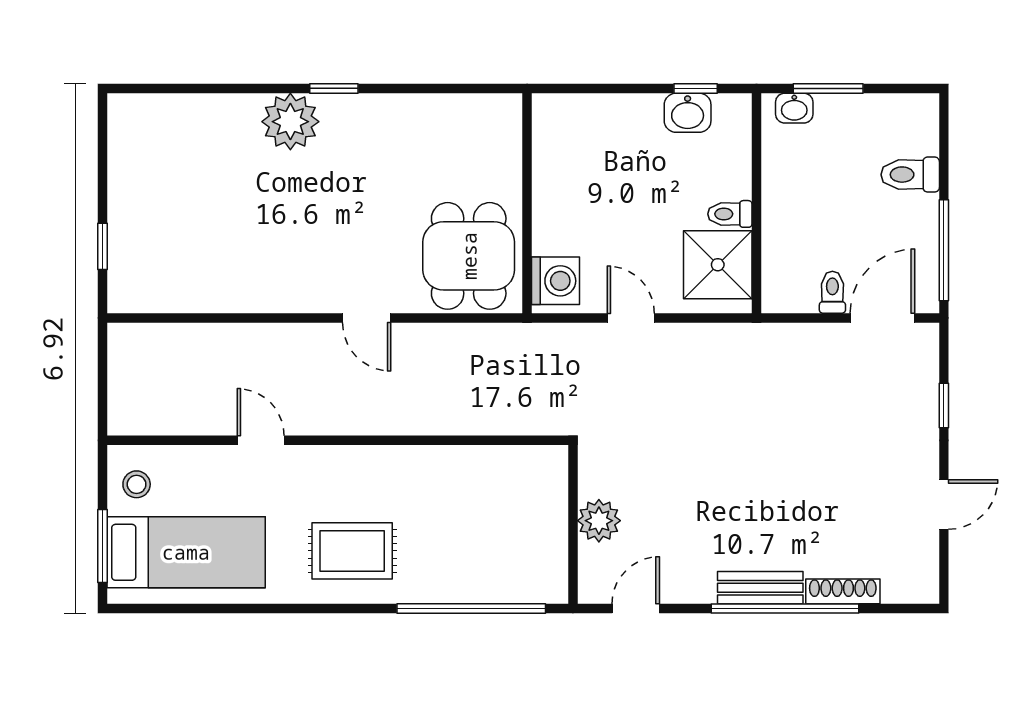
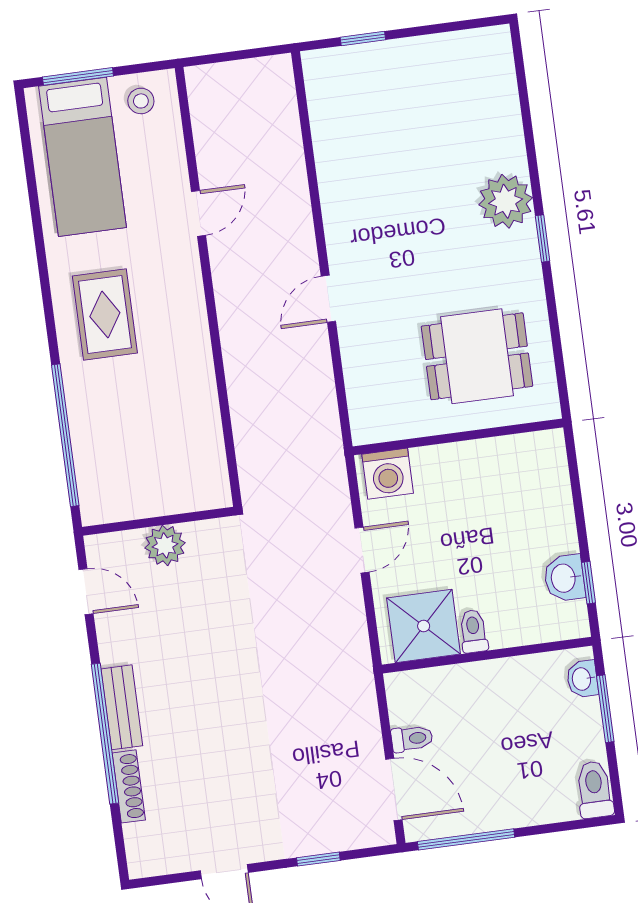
toilet: (910, 175) -> (595, 790), moved
dining table: (469, 256) -> (477, 356), moved

